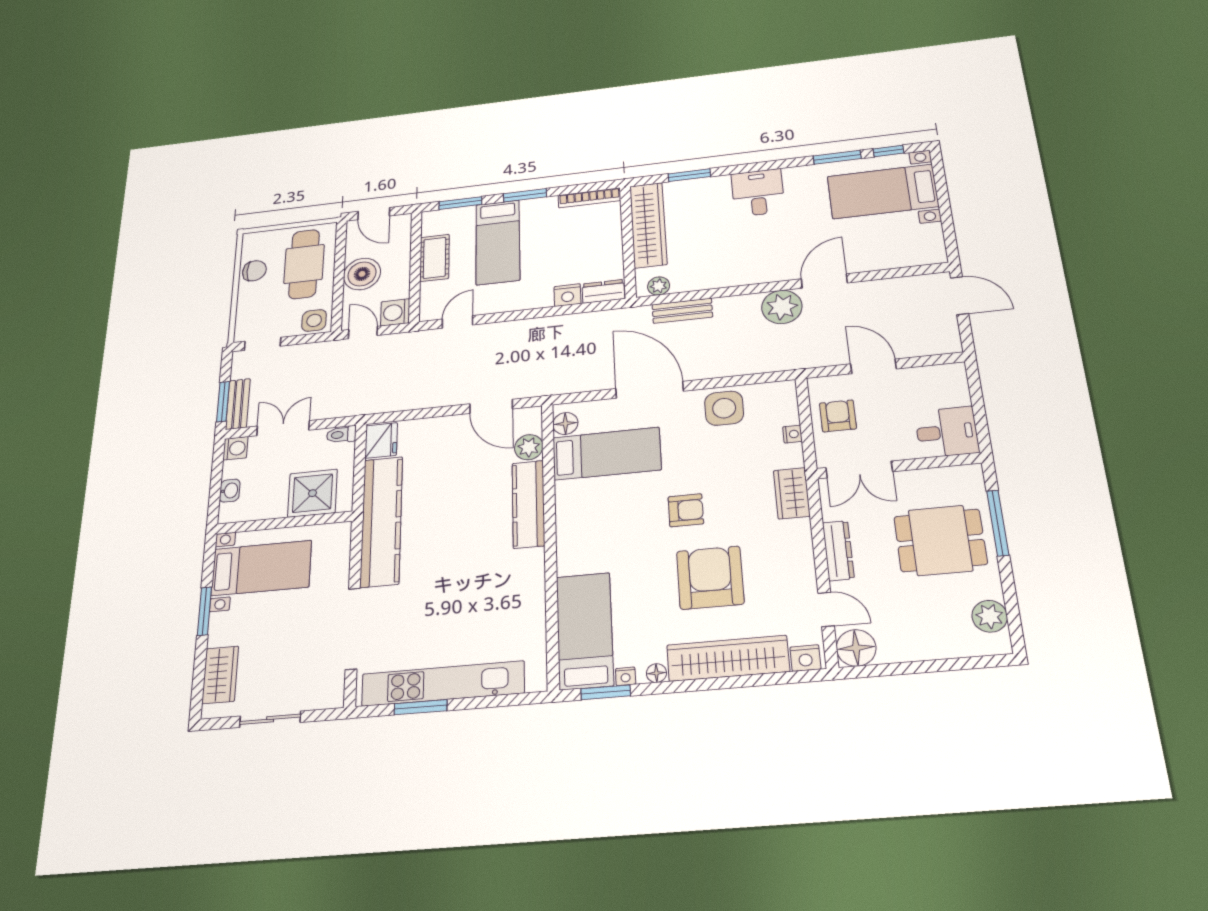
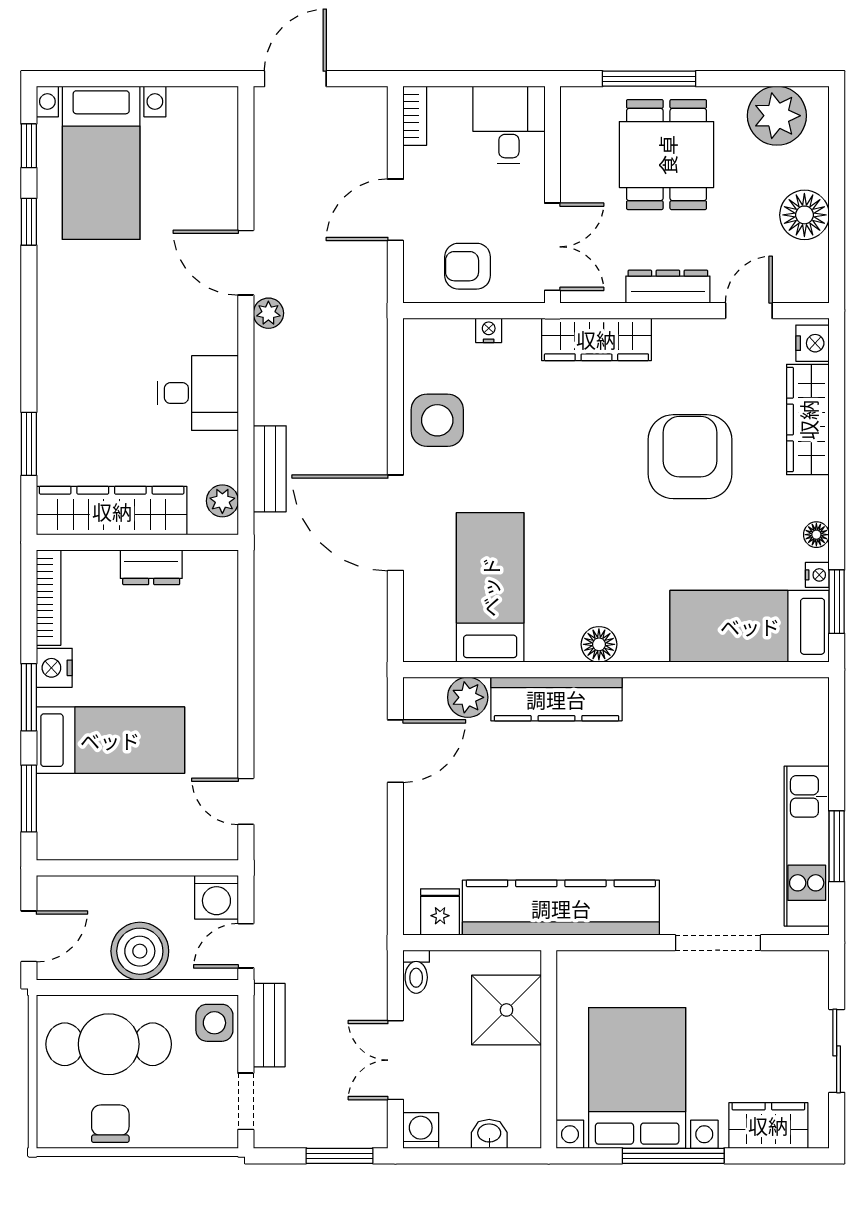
window: (837, 157) -> (29, 222), width x0.67
desk: (758, 193) -> (198, 393), moved, turned 180
cot: (435, 258) -> (126, 838), removed
dresser: (603, 291) -> (151, 567), moved, turned -90
nightstand: (567, 295) -> (54, 668), moved, turned 180
plant: (782, 307) -> (268, 313), width x0.53, depth x0.53
bookcase: (944, 371) -> (415, 116), added
door: (650, 390) -> (395, 523), hinge flipped
bench: (238, 404) -> (269, 1025), moved, turned 90
floor lamp: (565, 423) -> (599, 644), moved
fridge: (381, 440) -> (440, 912), width x0.72
wardrobe: (792, 493) -> (596, 339), width x1.50
armchair: (686, 510) -> (589, 483), removed
bed with nightstands: (261, 568) -> (637, 1078), width x1.36
armchair: (710, 578) -> (690, 457), turned 90
window: (204, 611) -> (673, 1156), width x1.44
plant: (990, 616) -> (777, 116), width x1.36, depth x1.36
doorway: (353, 629) -> (718, 943), width x0.73
floor lamp: (856, 648) -> (804, 215), moved
wardrobe: (728, 658) -> (808, 420), width x0.71, depth x0.85
kitchen unit: (443, 684) -> (807, 846), width x0.73

